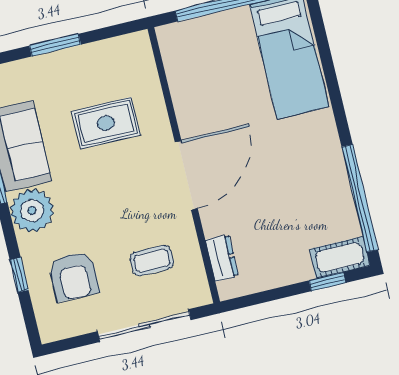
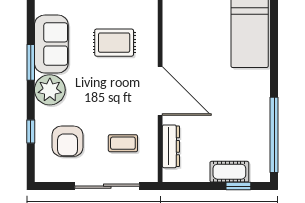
door: (186, 175) -> (160, 91), hinge flipped
cot: (340, 257) -> (229, 172), moved
dresser: (222, 258) -> (171, 146), width x1.44

